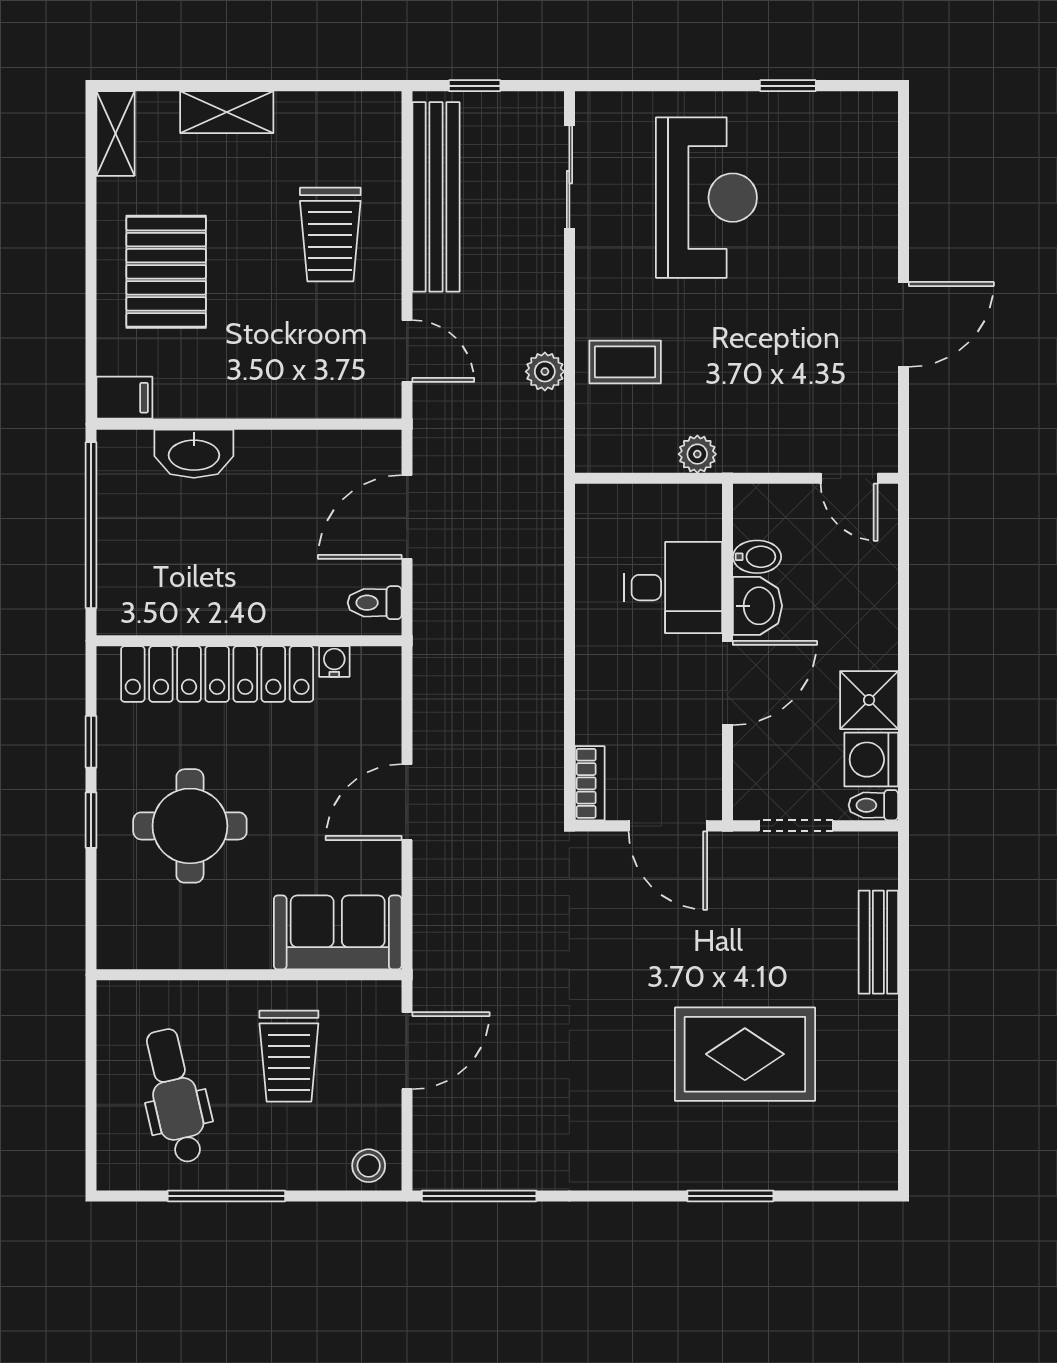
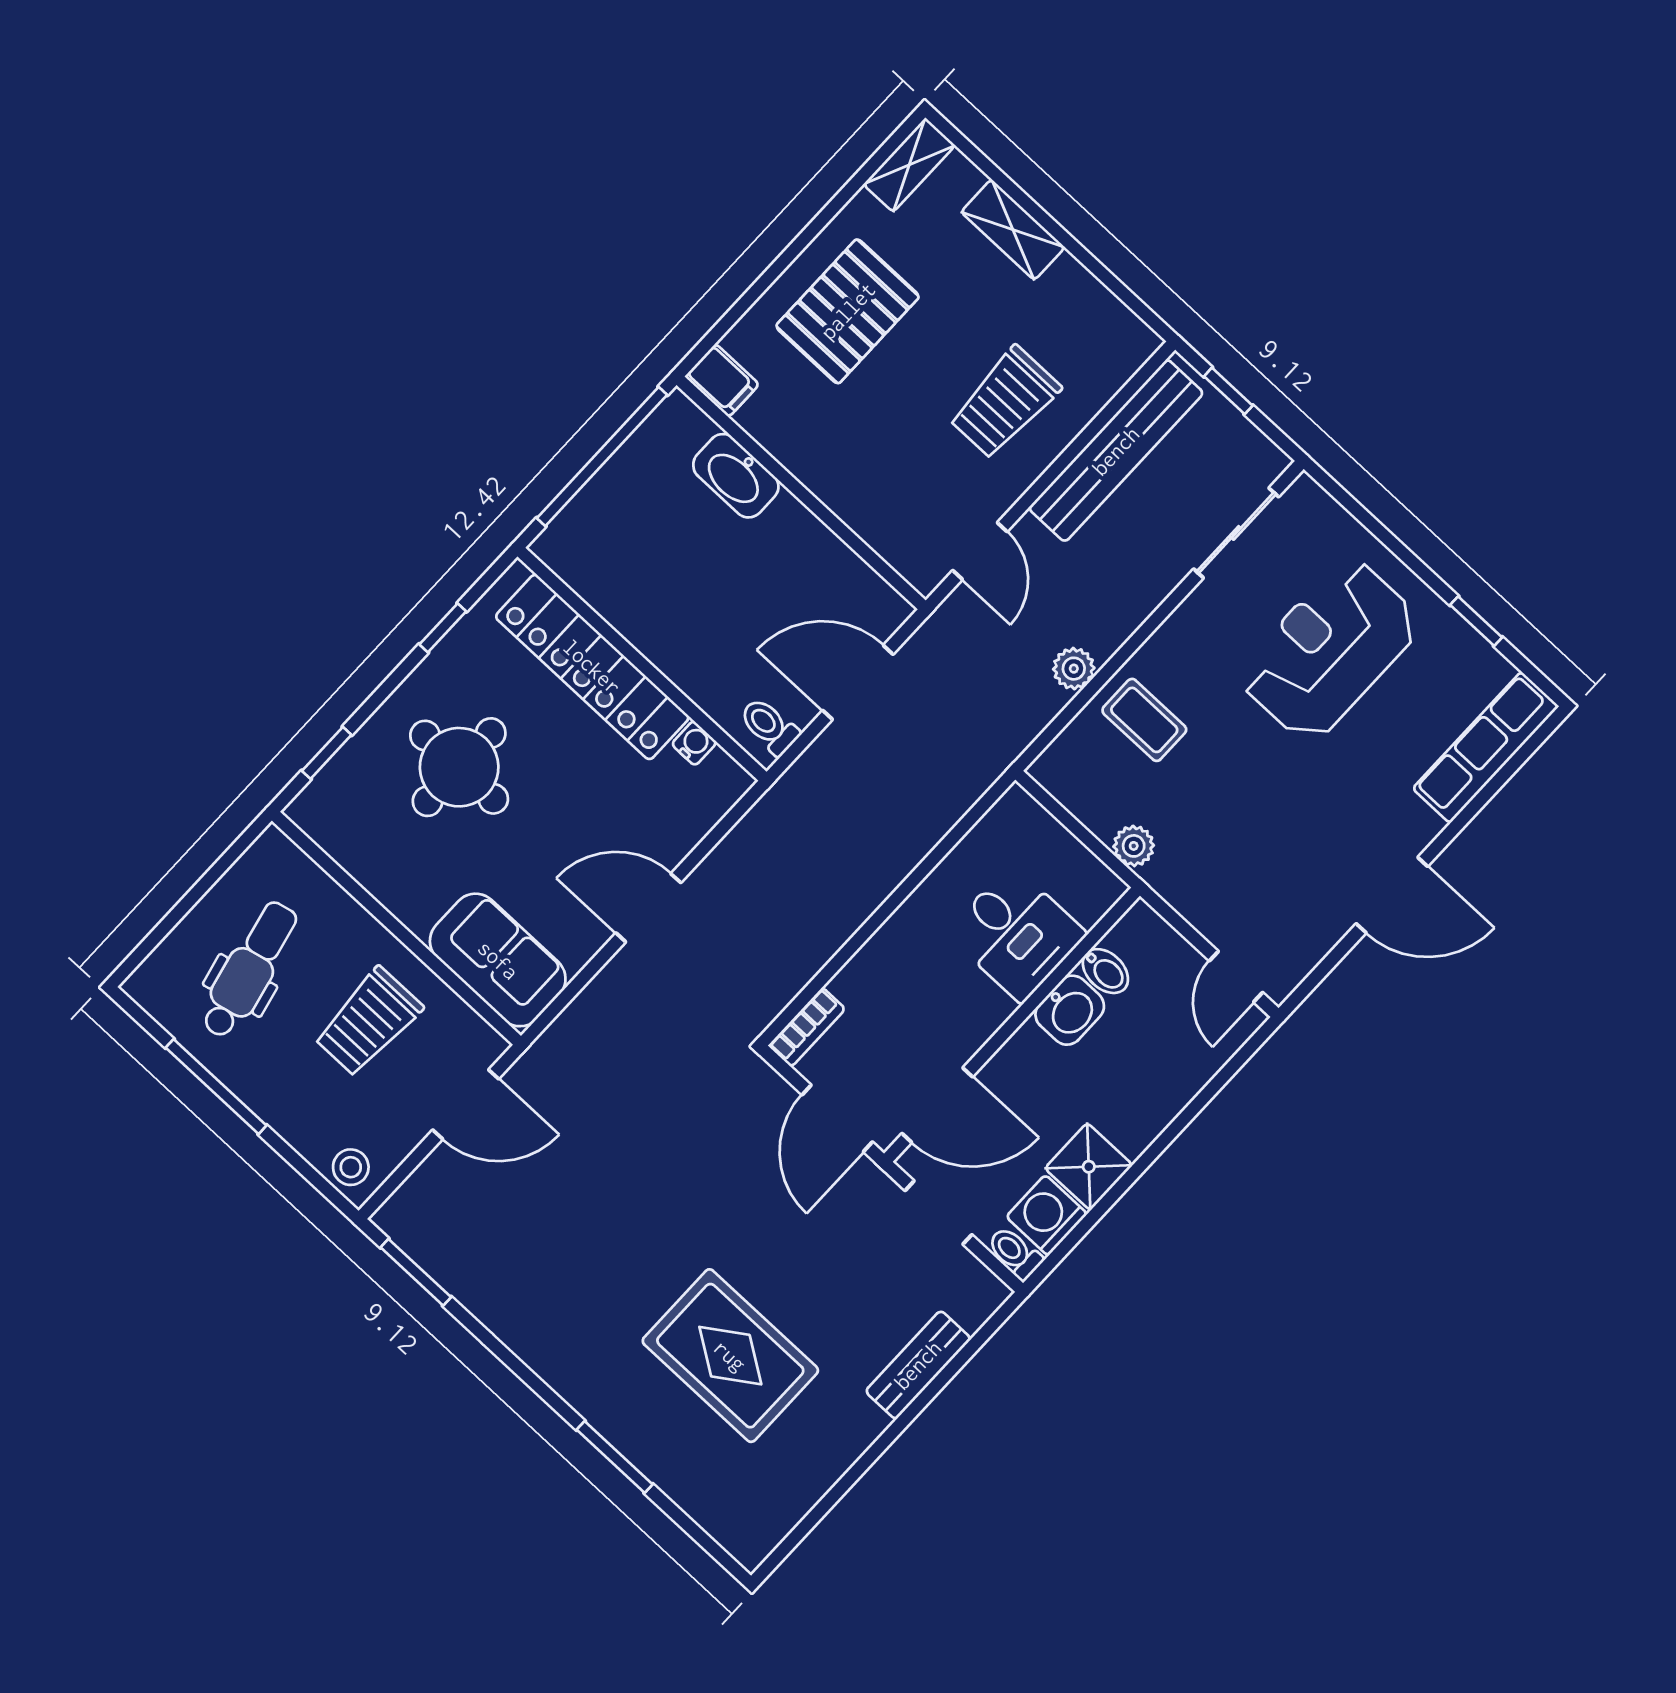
row of seats: (874, 165) -> (1486, 747), added
reception desk: (706, 198) -> (1329, 650), turned 180
door: (727, 683) -> (937, 1105), moved
window: (91, 820) -> (327, 753), moved
window: (479, 1196) -> (416, 1272), width x0.69

